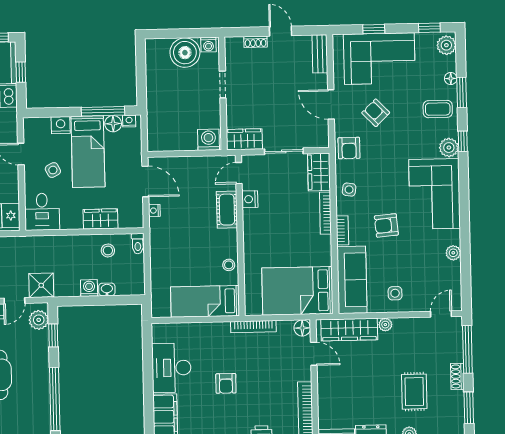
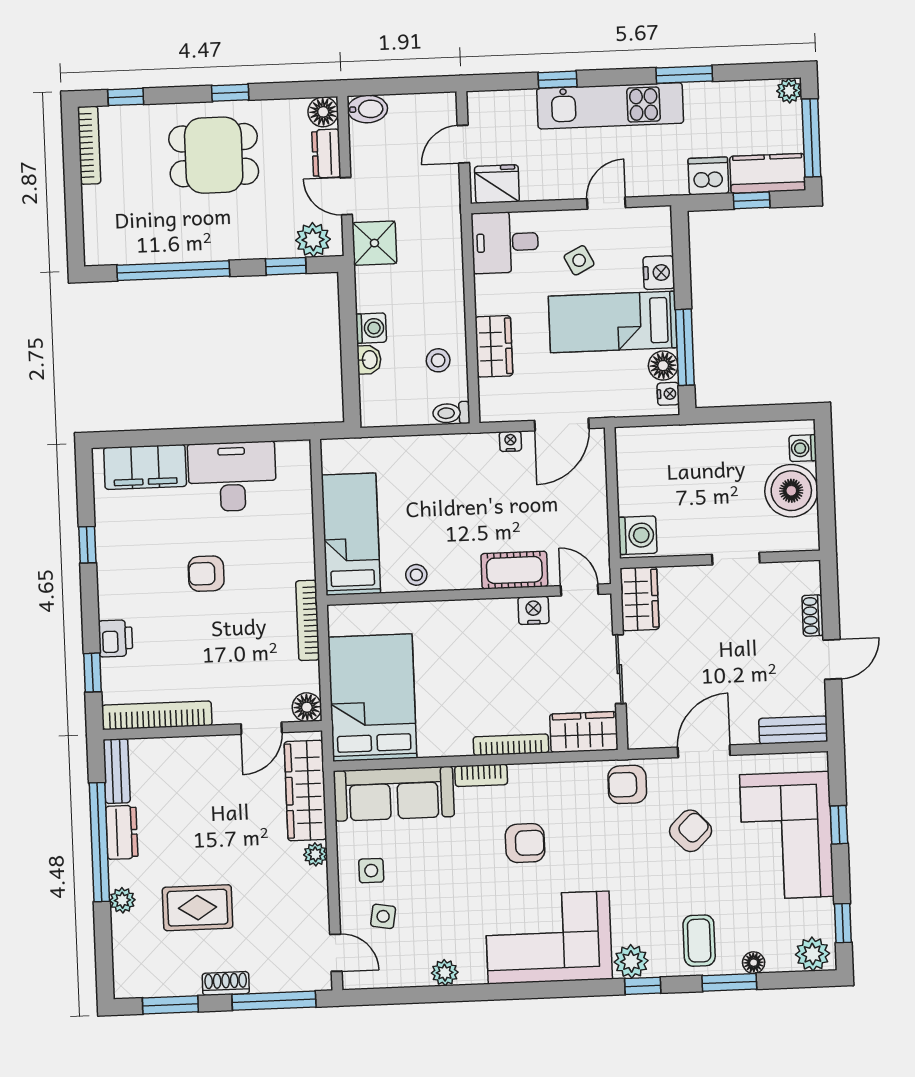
washing machine: (208, 45) -> (803, 448), moved
side table: (349, 190) -> (383, 916), moved
armchair: (386, 225) -> (525, 843), moved, turned 95

